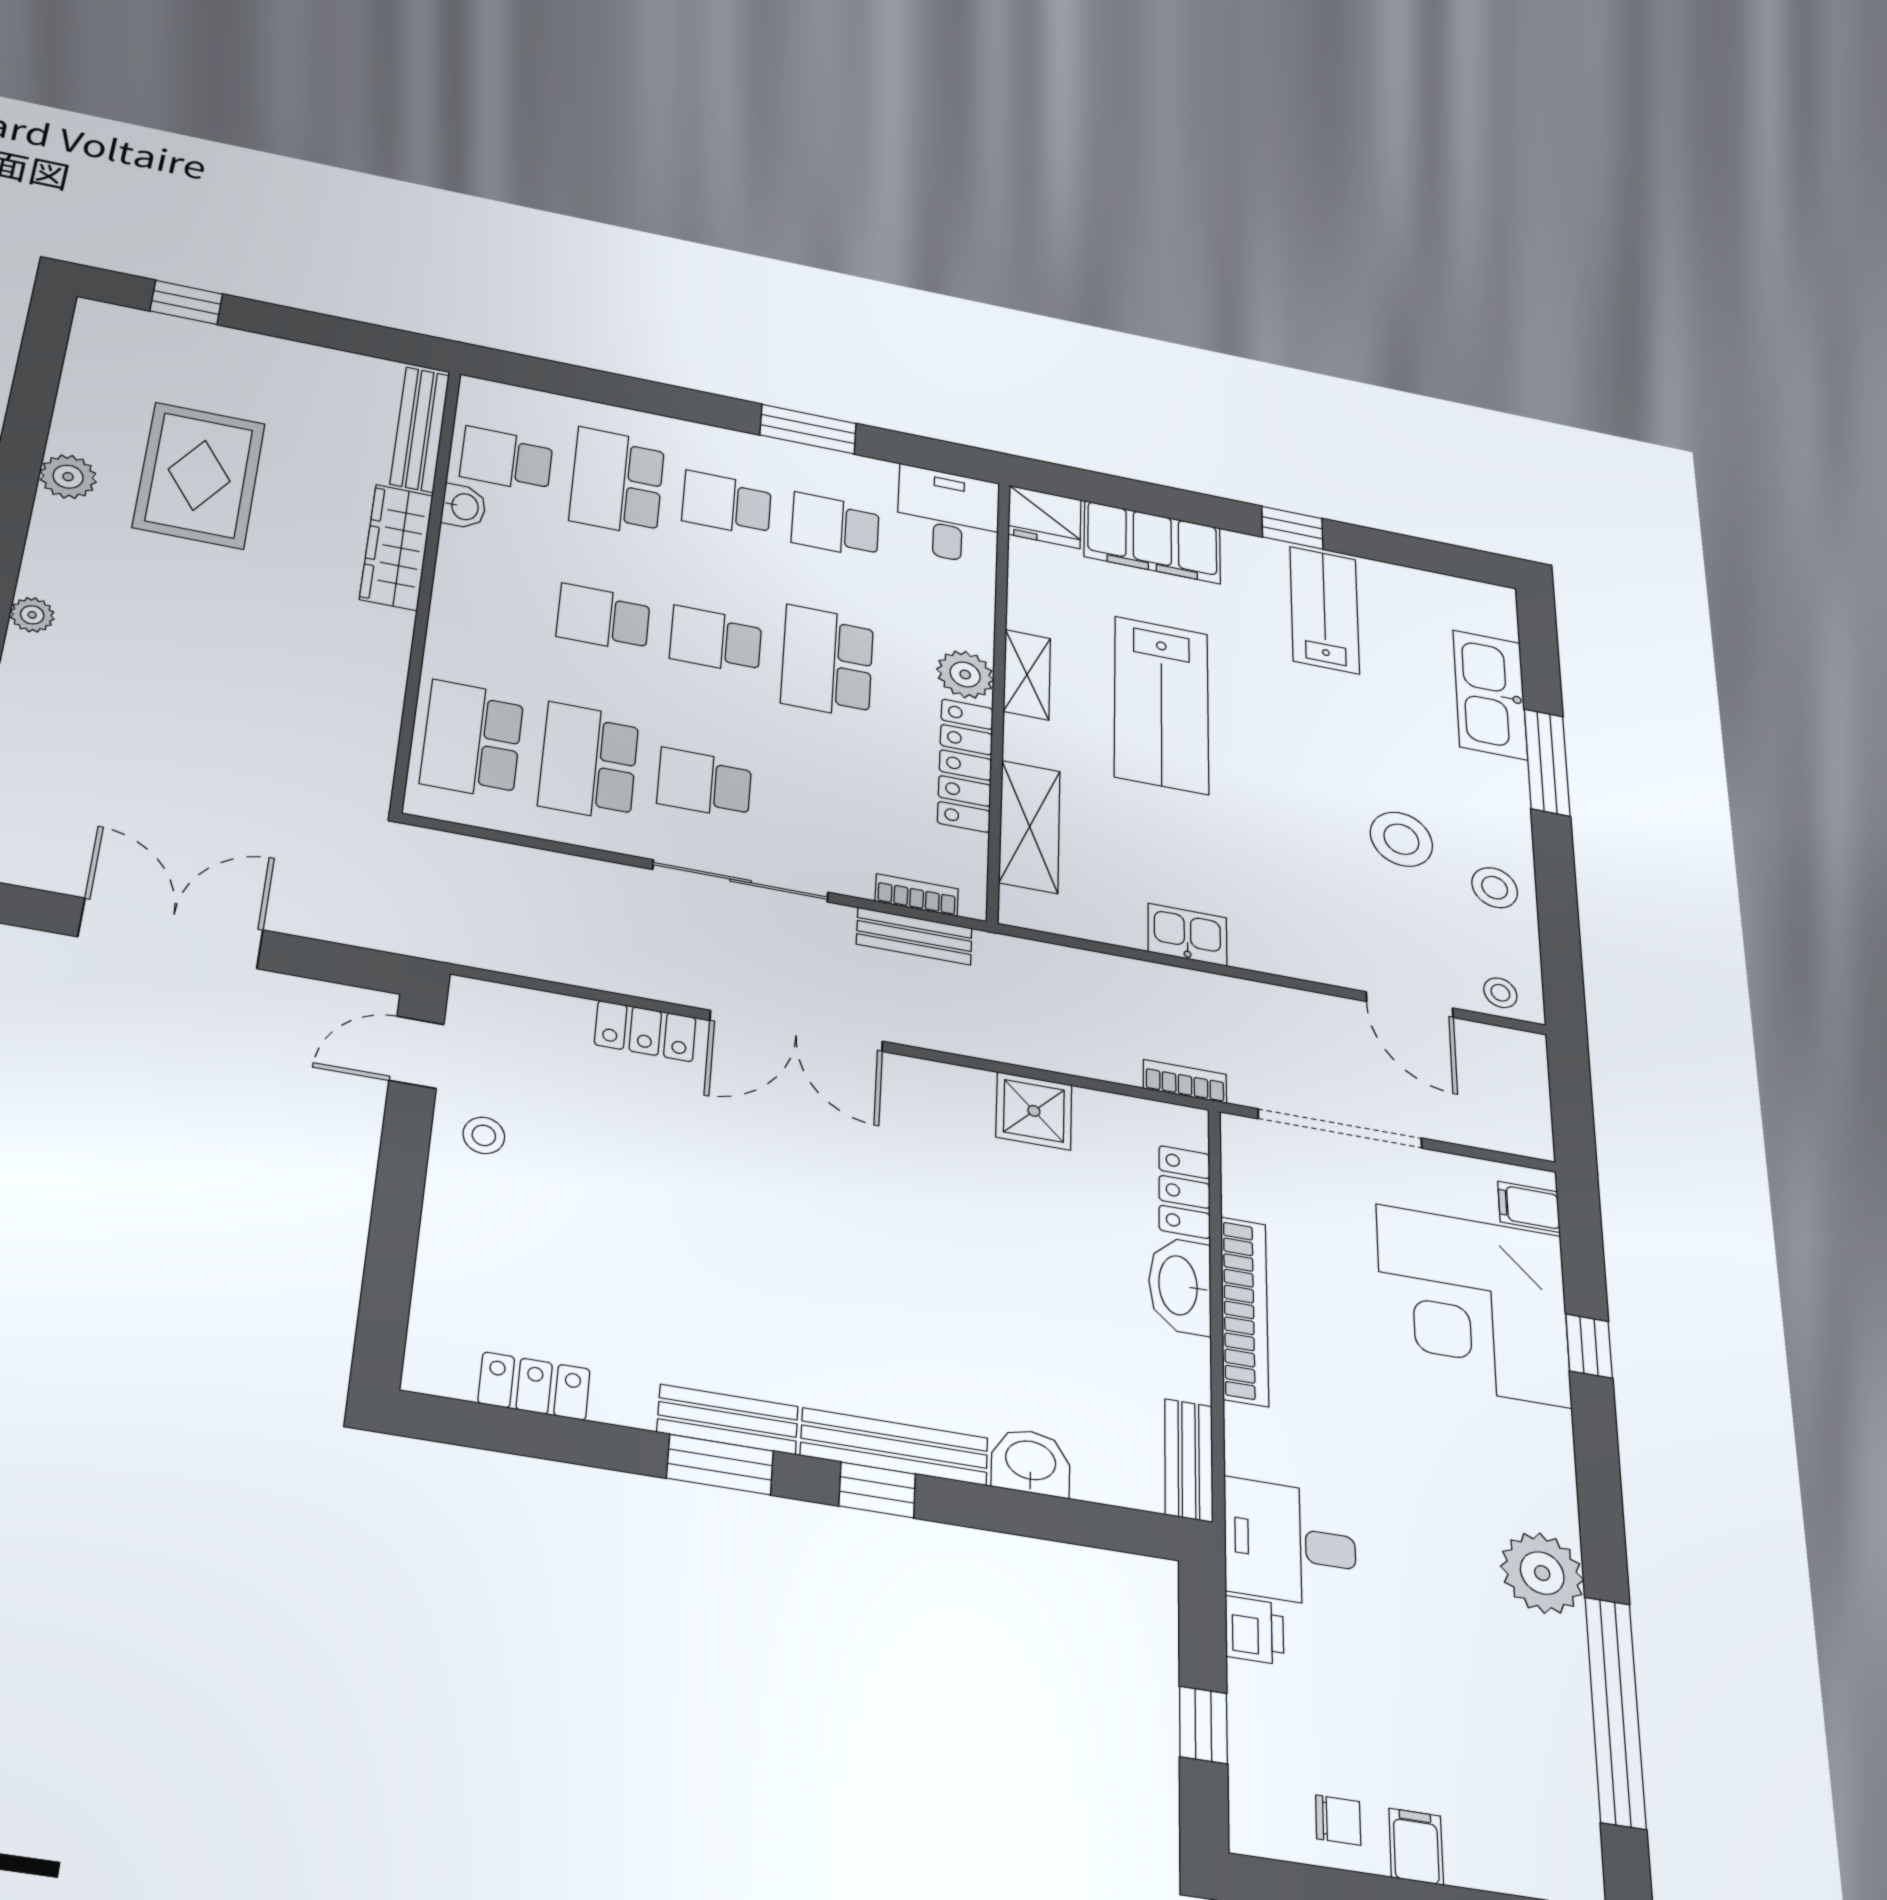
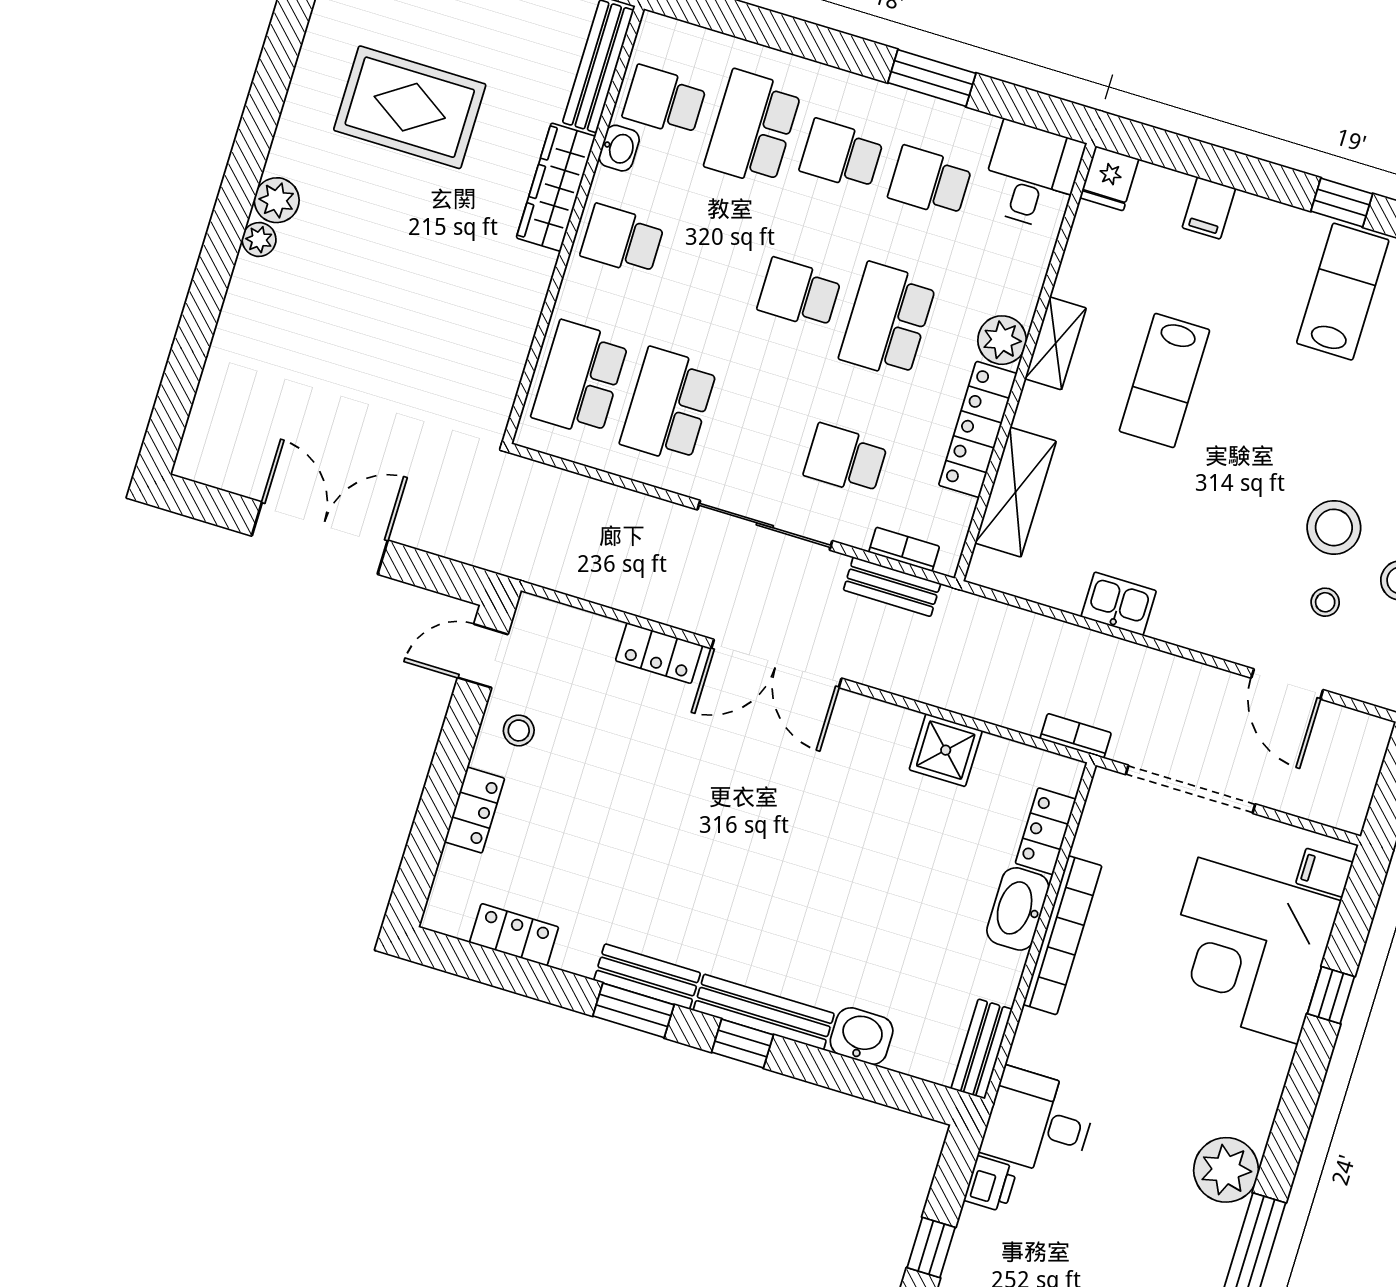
rug: (199, 475) -> (410, 107), turned 90
plant: (68, 477) -> (277, 200), moved
fridge: (1045, 517) -> (1109, 178), width x0.72
filing cabinet: (1152, 542) -> (1209, 208), width x0.33, depth x0.86
school desk: (603, 618) -> (622, 240), moved
lab bench: (1161, 705) -> (1164, 381), width x0.73, depth x0.72
school desk: (704, 783) -> (846, 459), moved
stool: (1500, 993) -> (1325, 602), moved
locker: (446, 1236) -> (475, 810), added

